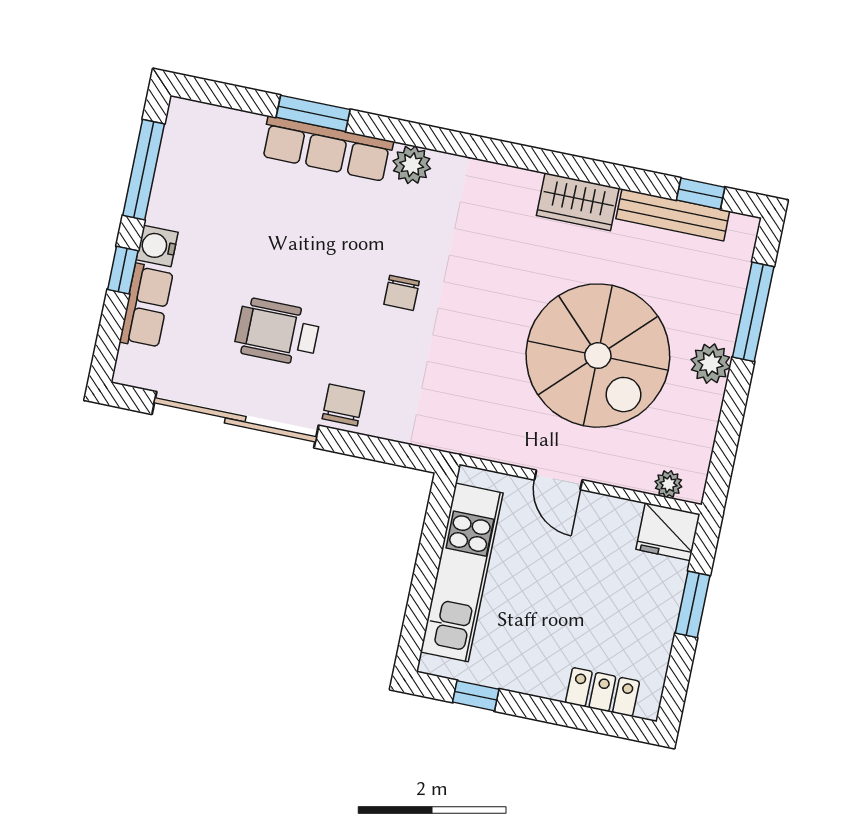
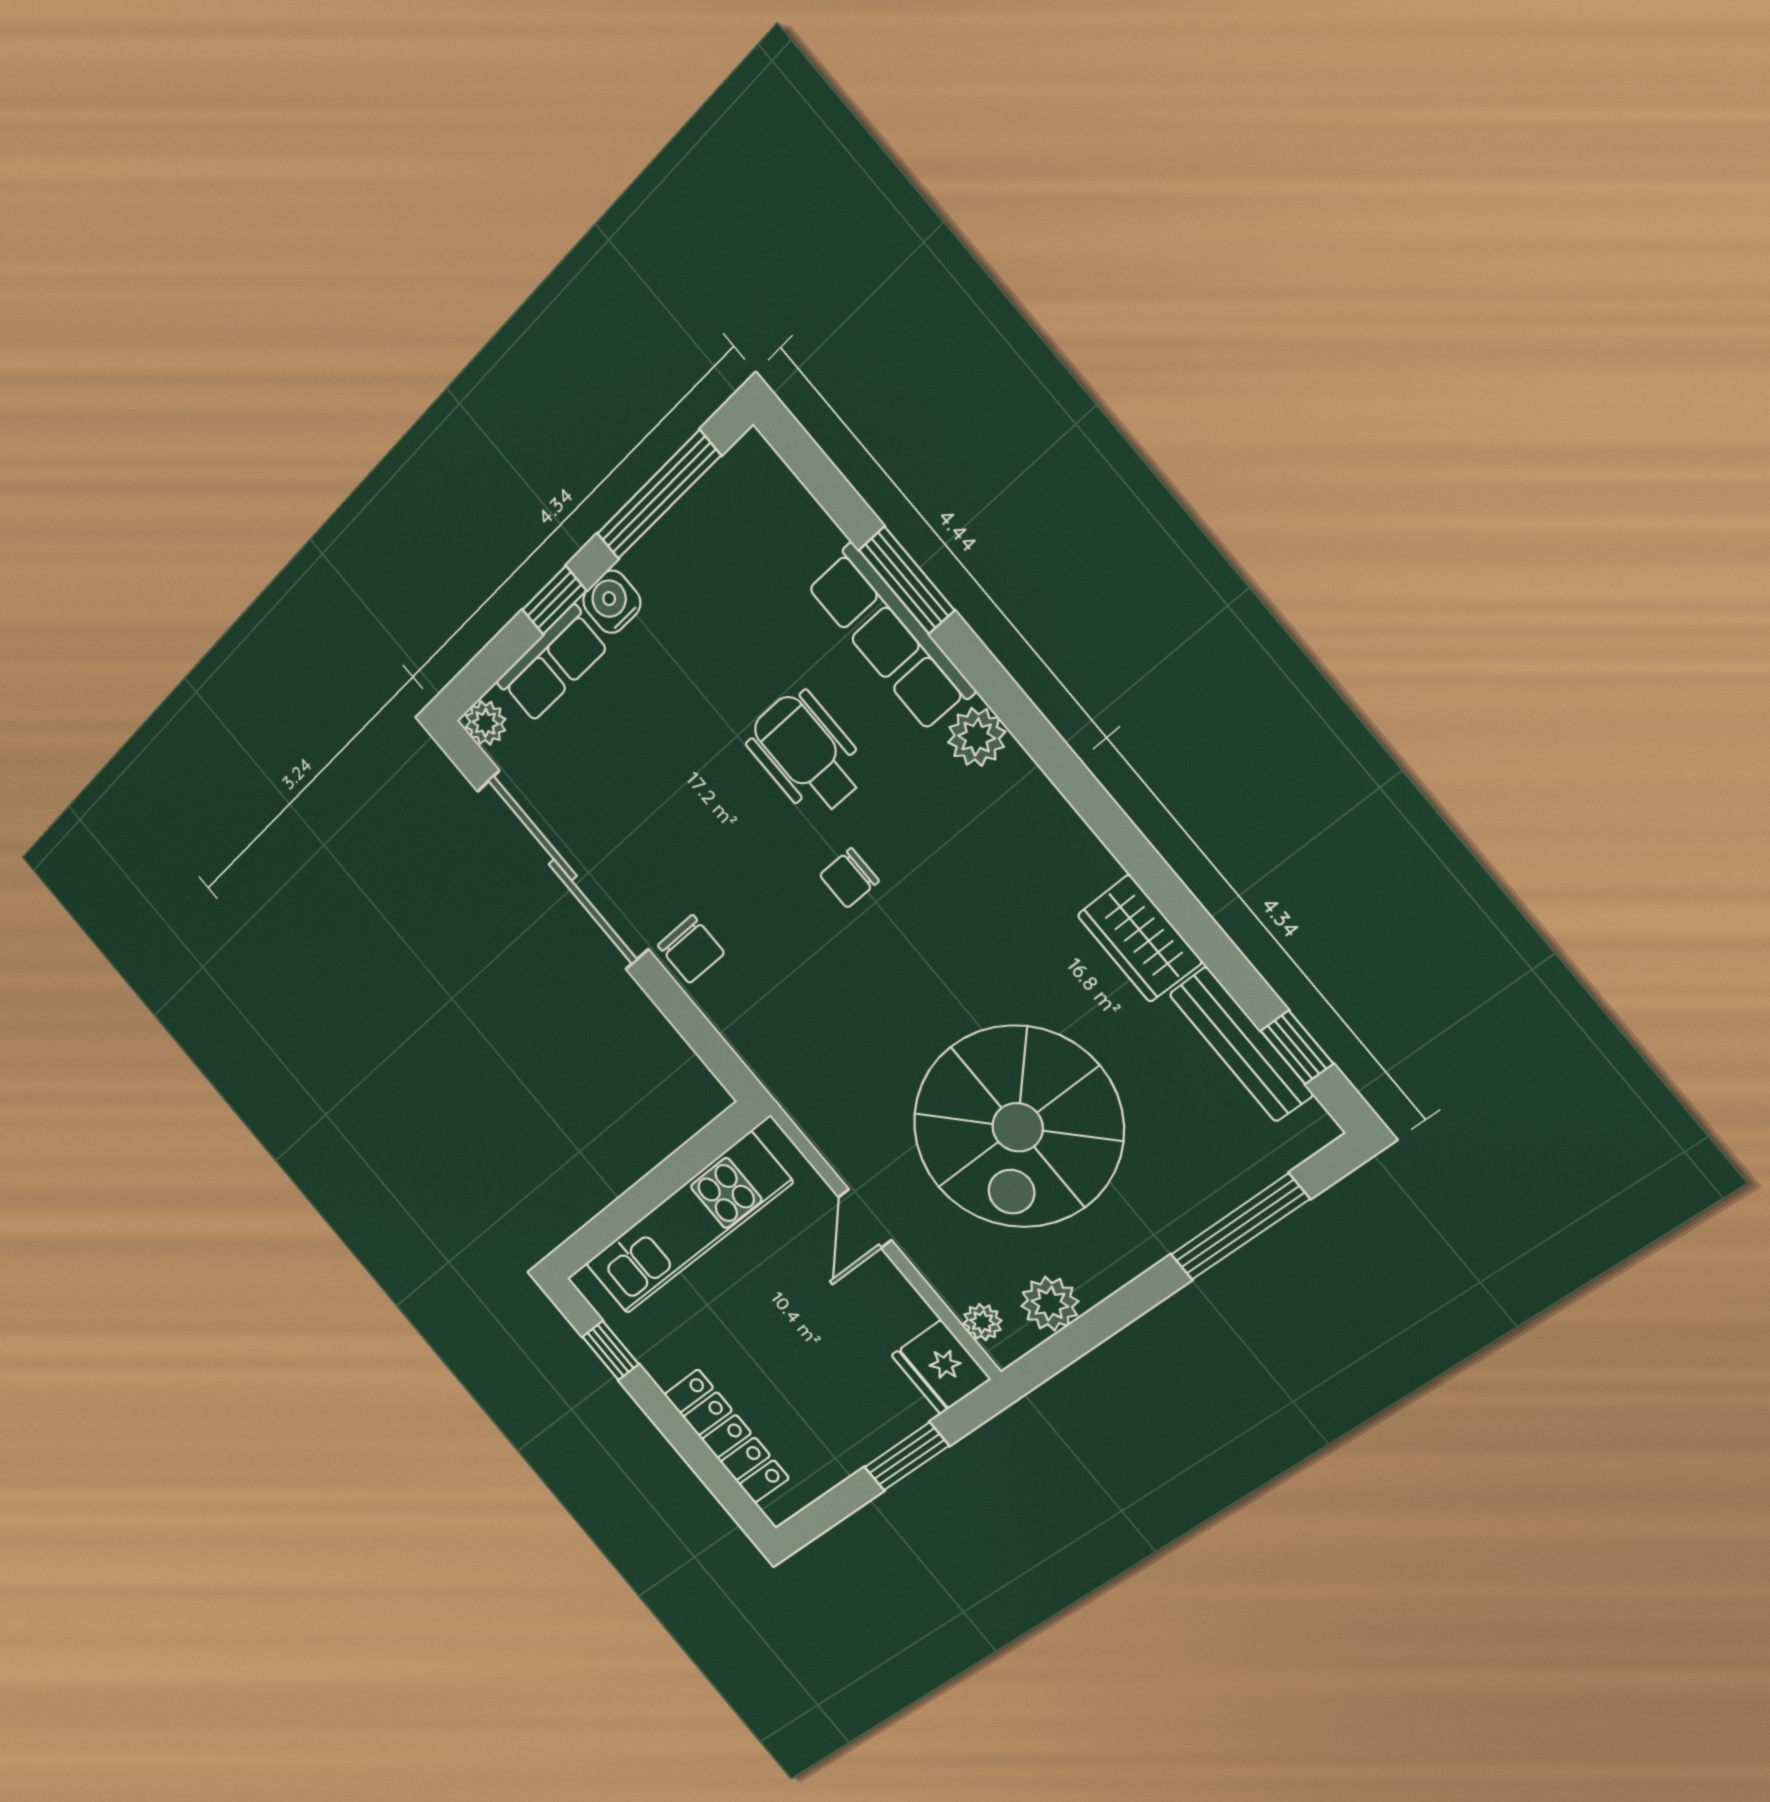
wheelchair: (277, 332) -> (807, 754), moved
plant: (711, 364) -> (1050, 1304), moved
plant: (129, 371) -> (486, 723), added
chair: (343, 405) -> (691, 949), turned 90
locker: (602, 692) -> (726, 1436), width x1.53

